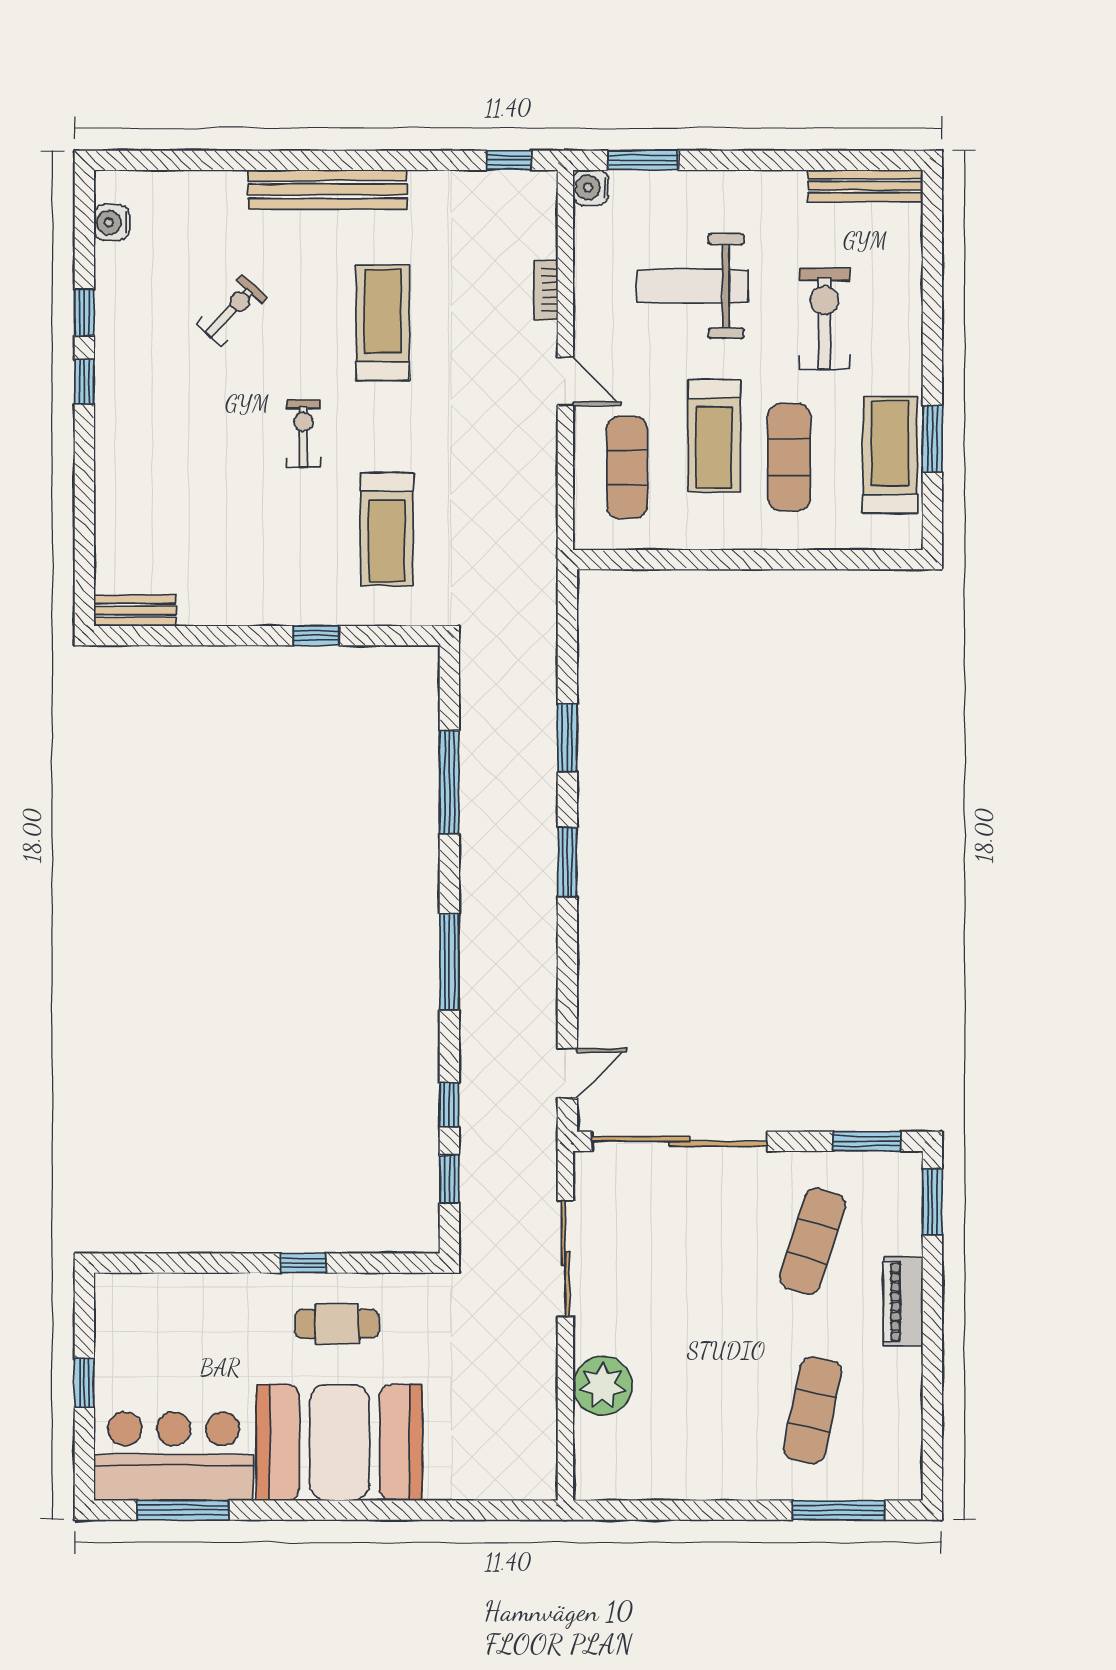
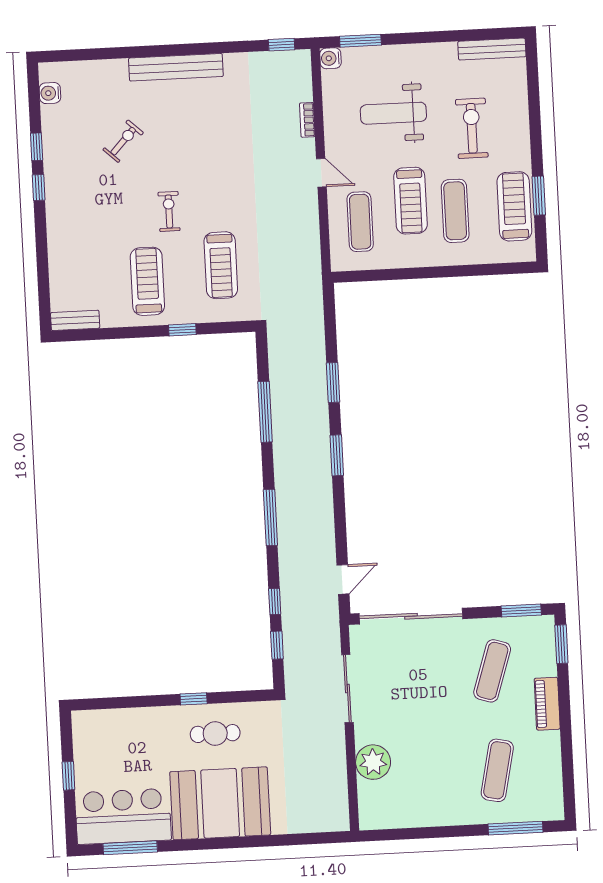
treadmill: (383, 323) -> (147, 281), moved

